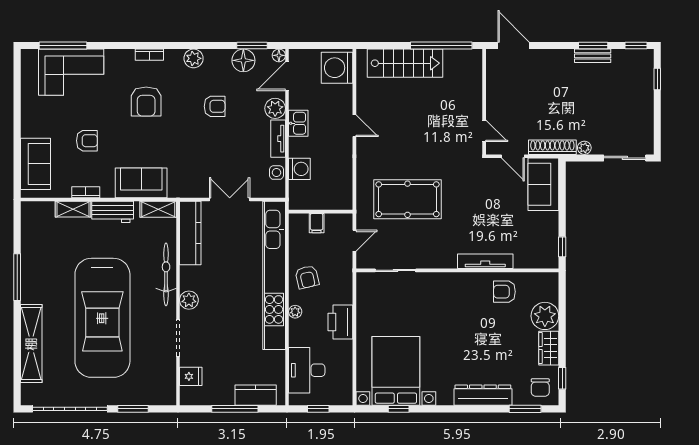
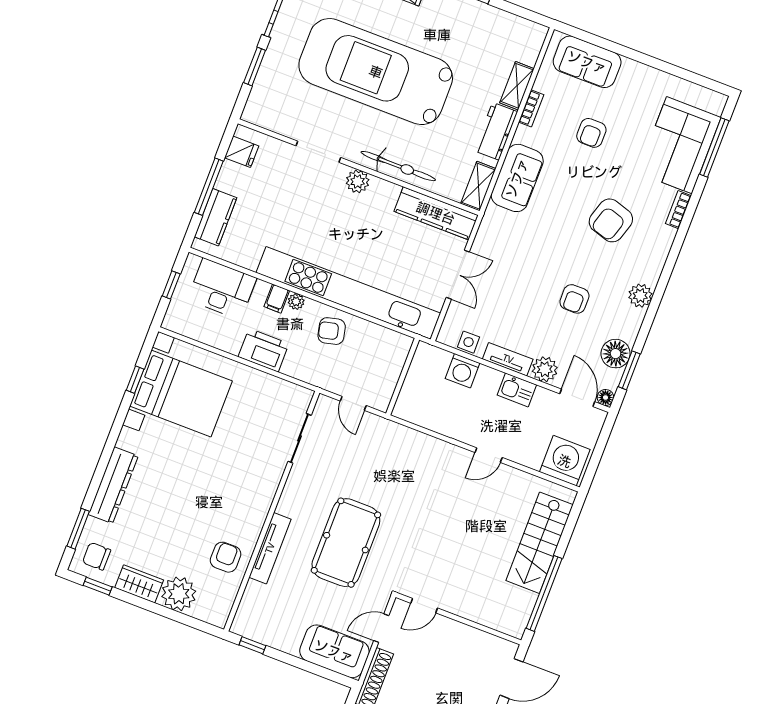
bookcase: (149, 55) -> (678, 210), moved
armchair: (146, 102) -> (611, 220), turned -73
pool table: (408, 199) -> (346, 543), moved
filing cabinet: (317, 223) -> (277, 299), moved, turned -90
fridge: (191, 376) -> (242, 152), moved, turned -90

